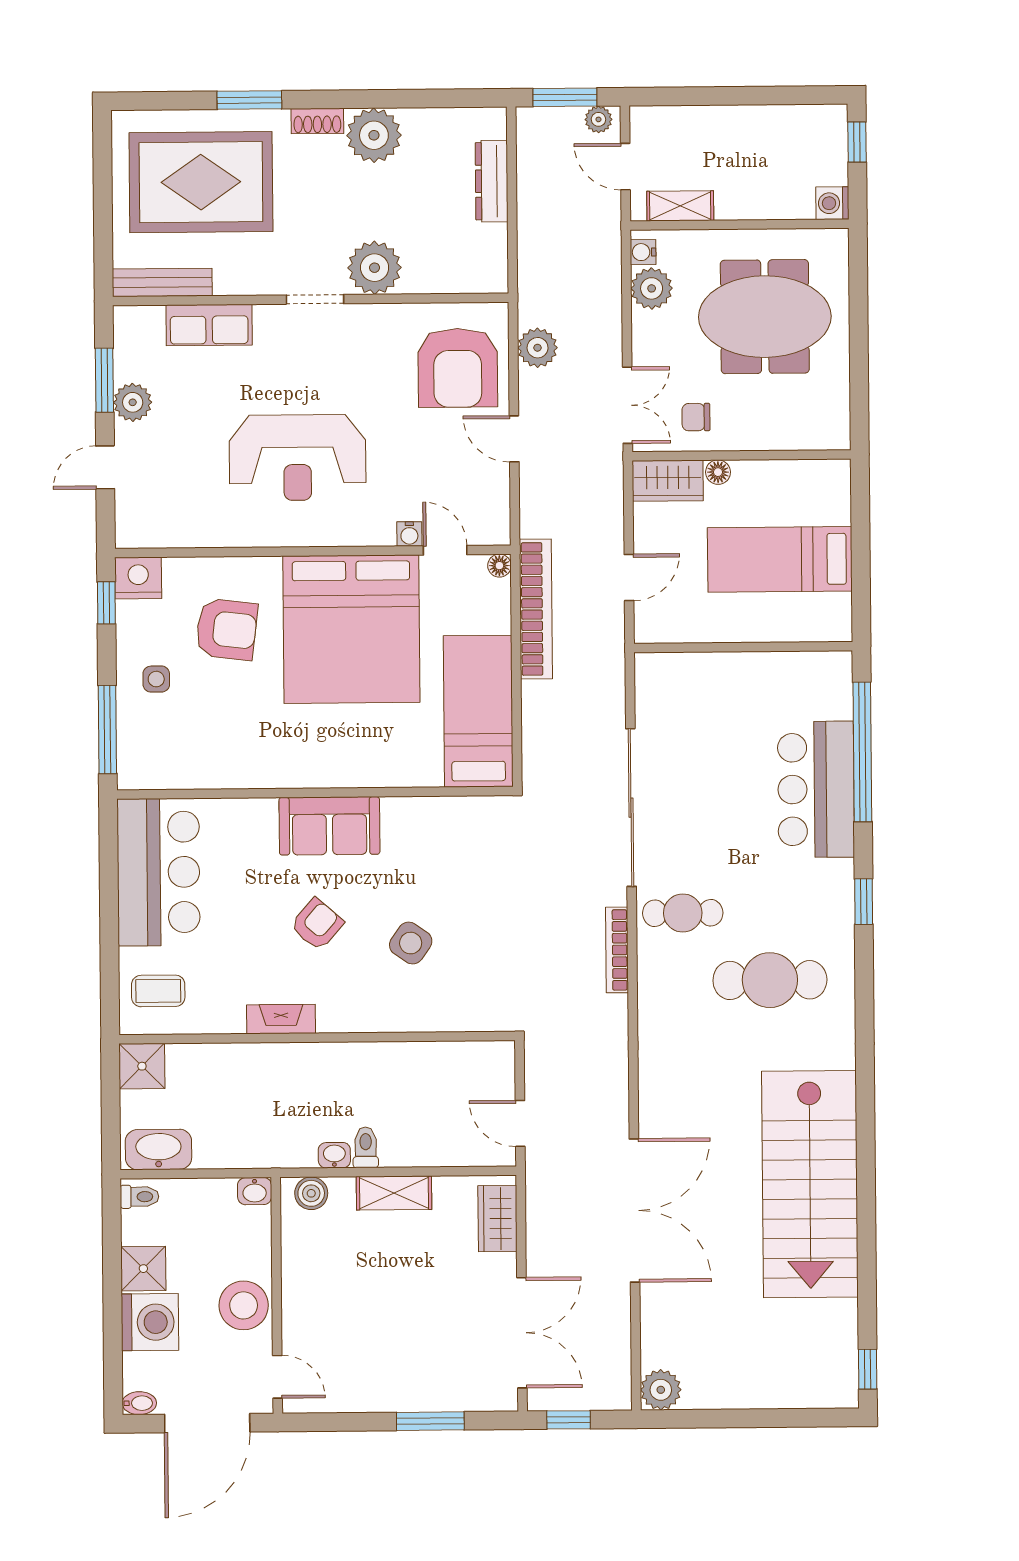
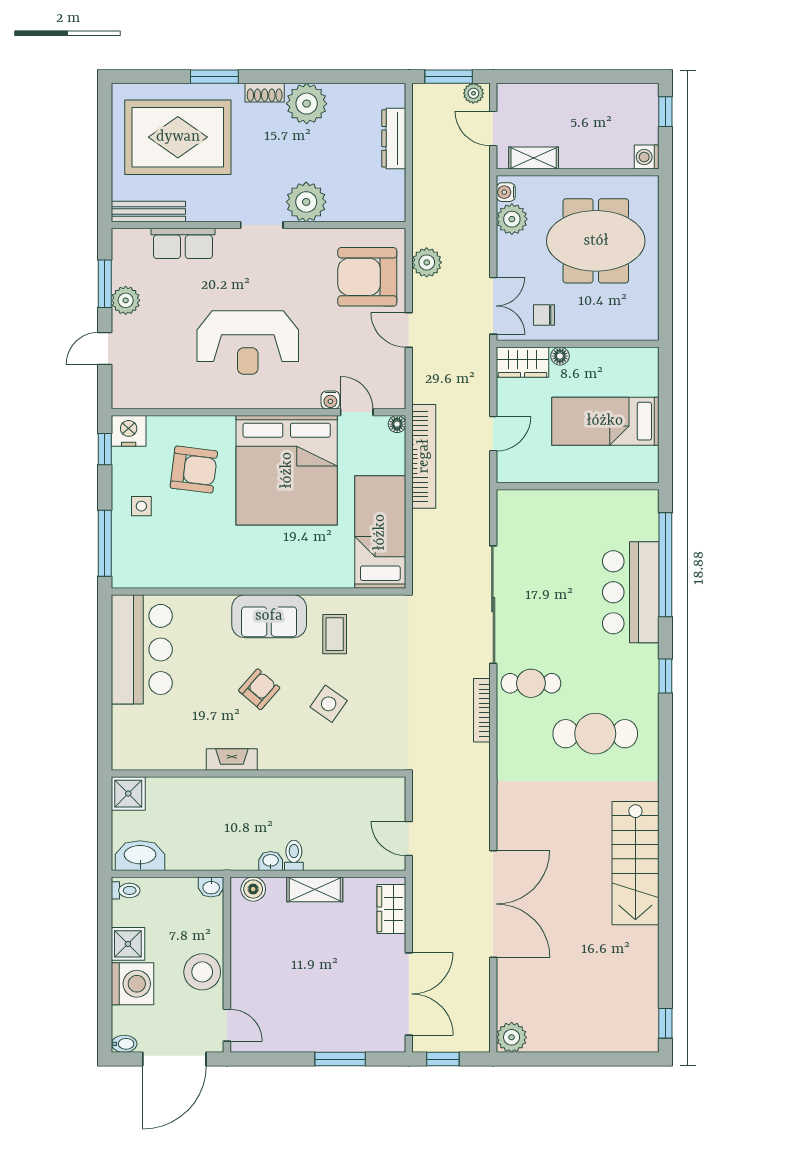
armchair: (458, 368) -> (367, 277), turned 90
coffee table: (158, 991) -> (335, 634), moved, turned 90
stairs: (810, 1184) -> (635, 863), width x0.73, depth x0.66

